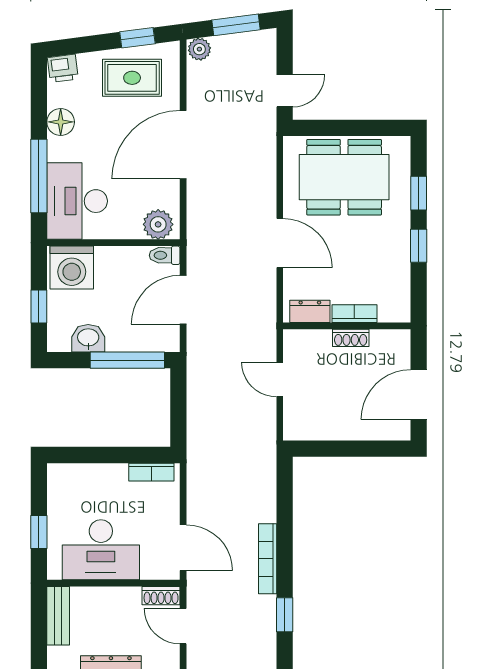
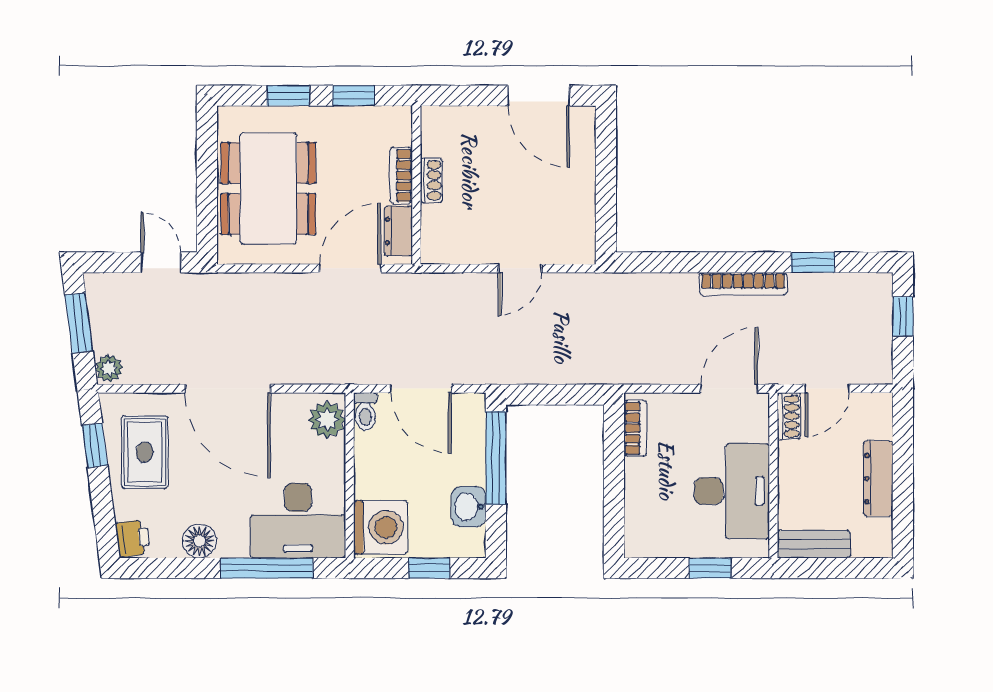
dresser: (310, 311) -> (398, 231), moved
bookcase: (354, 314) -> (401, 176), moved
wall: (347, 326) -> (416, 185), moved
shoe rack: (351, 338) -> (431, 180), moved

